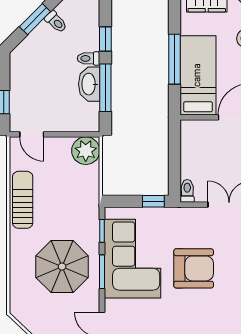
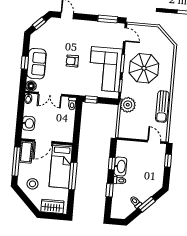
window: (105, 88) -> (112, 164), width x0.46
plant: (86, 151) -> (128, 105), moved
armchair: (194, 268) -> (72, 61), width x0.53, depth x0.53

